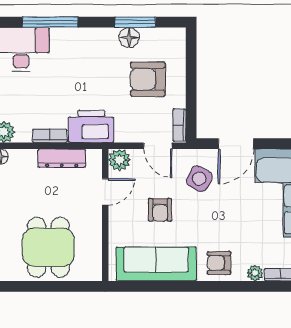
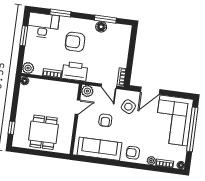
window: (50, 22) -> (60, 13), width x0.69
armchair: (148, 79) -> (75, 42), moved
dresser: (62, 158) -> (57, 86), removed

